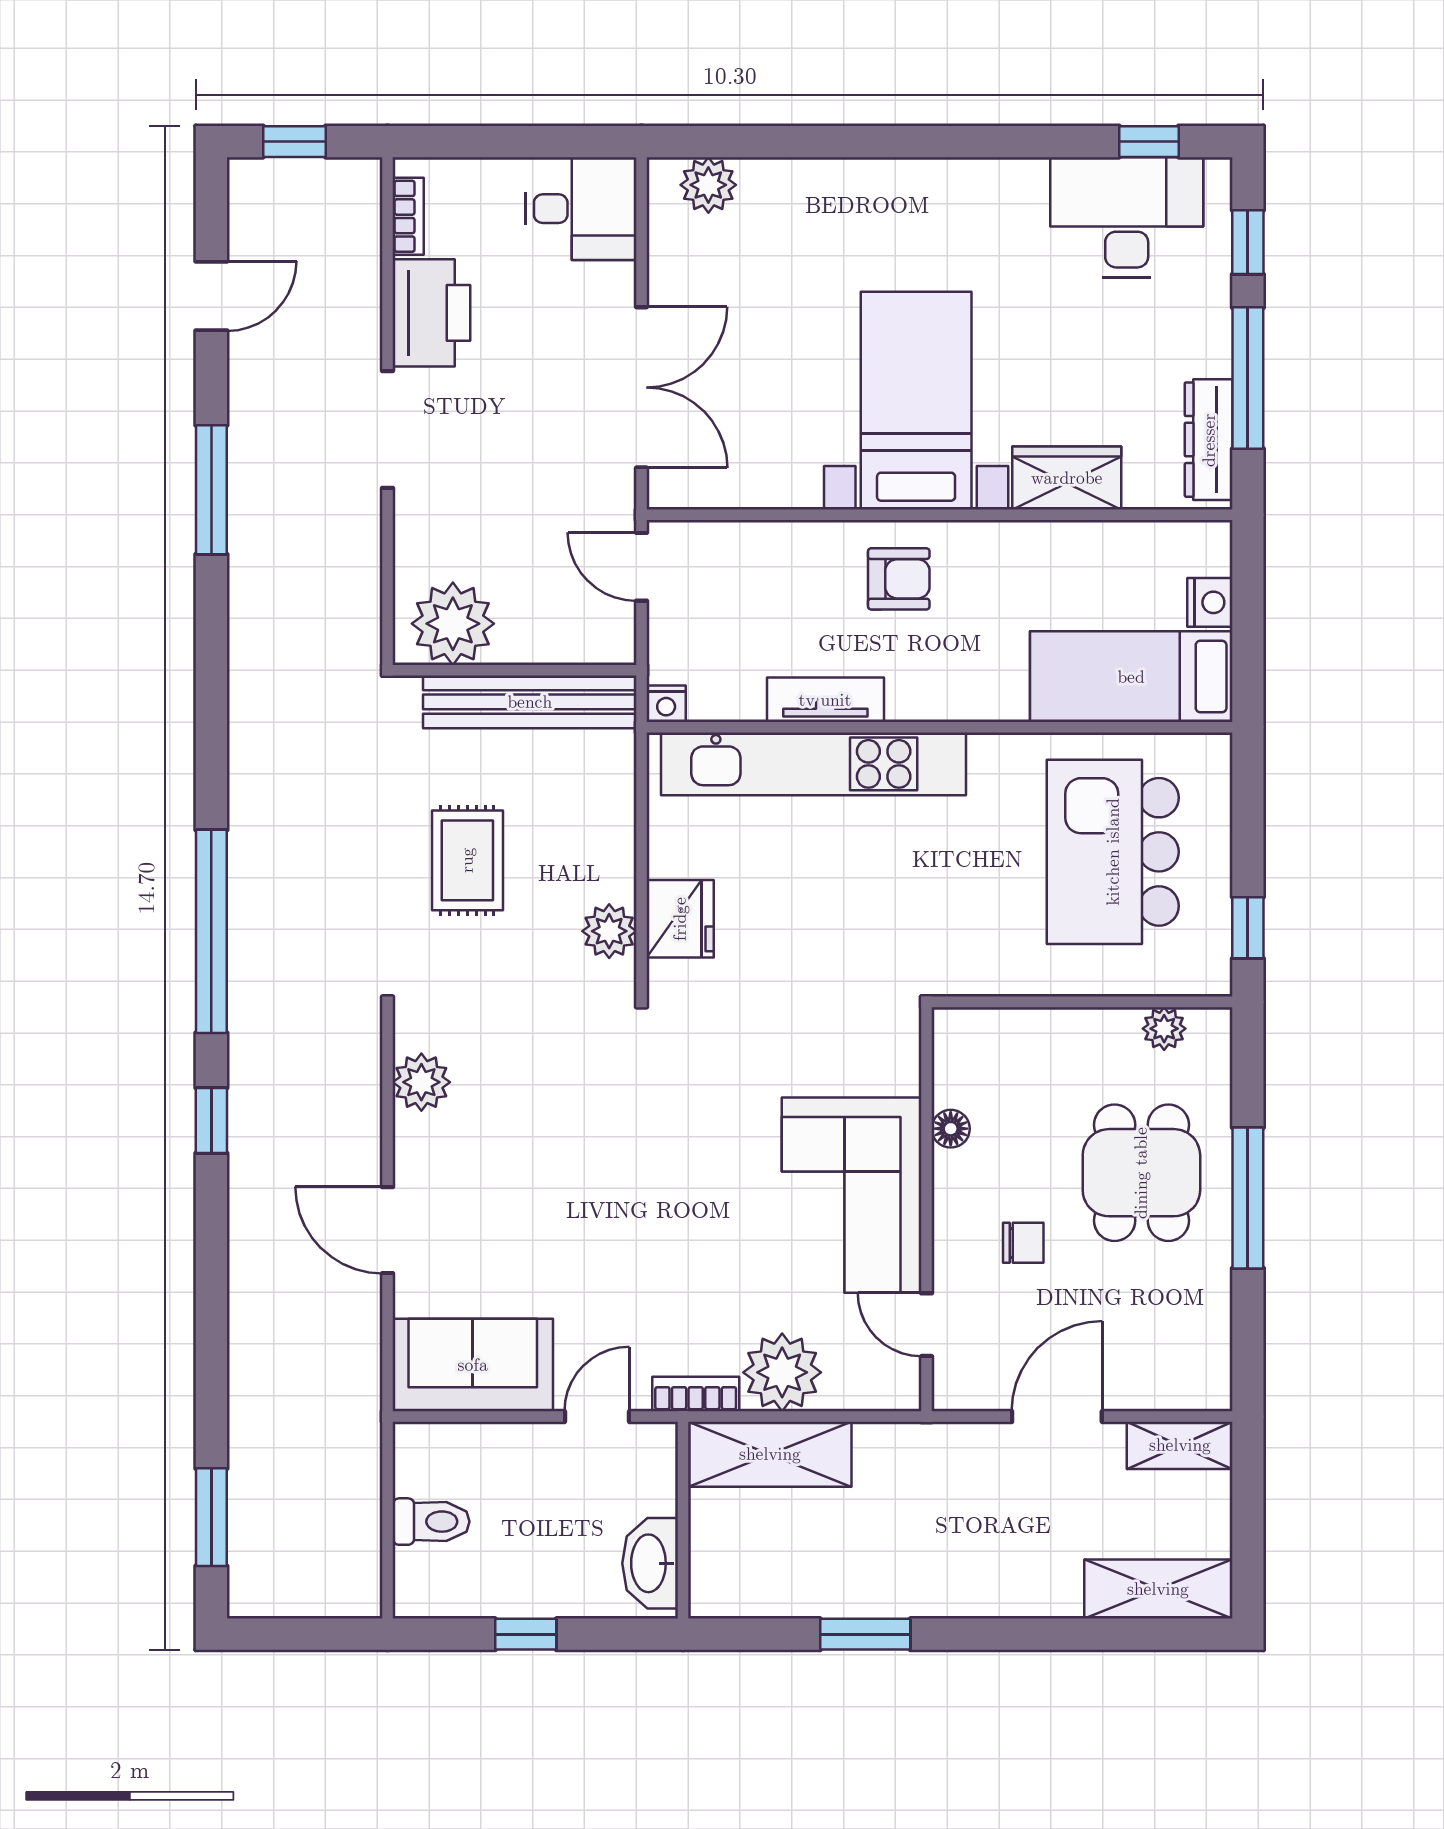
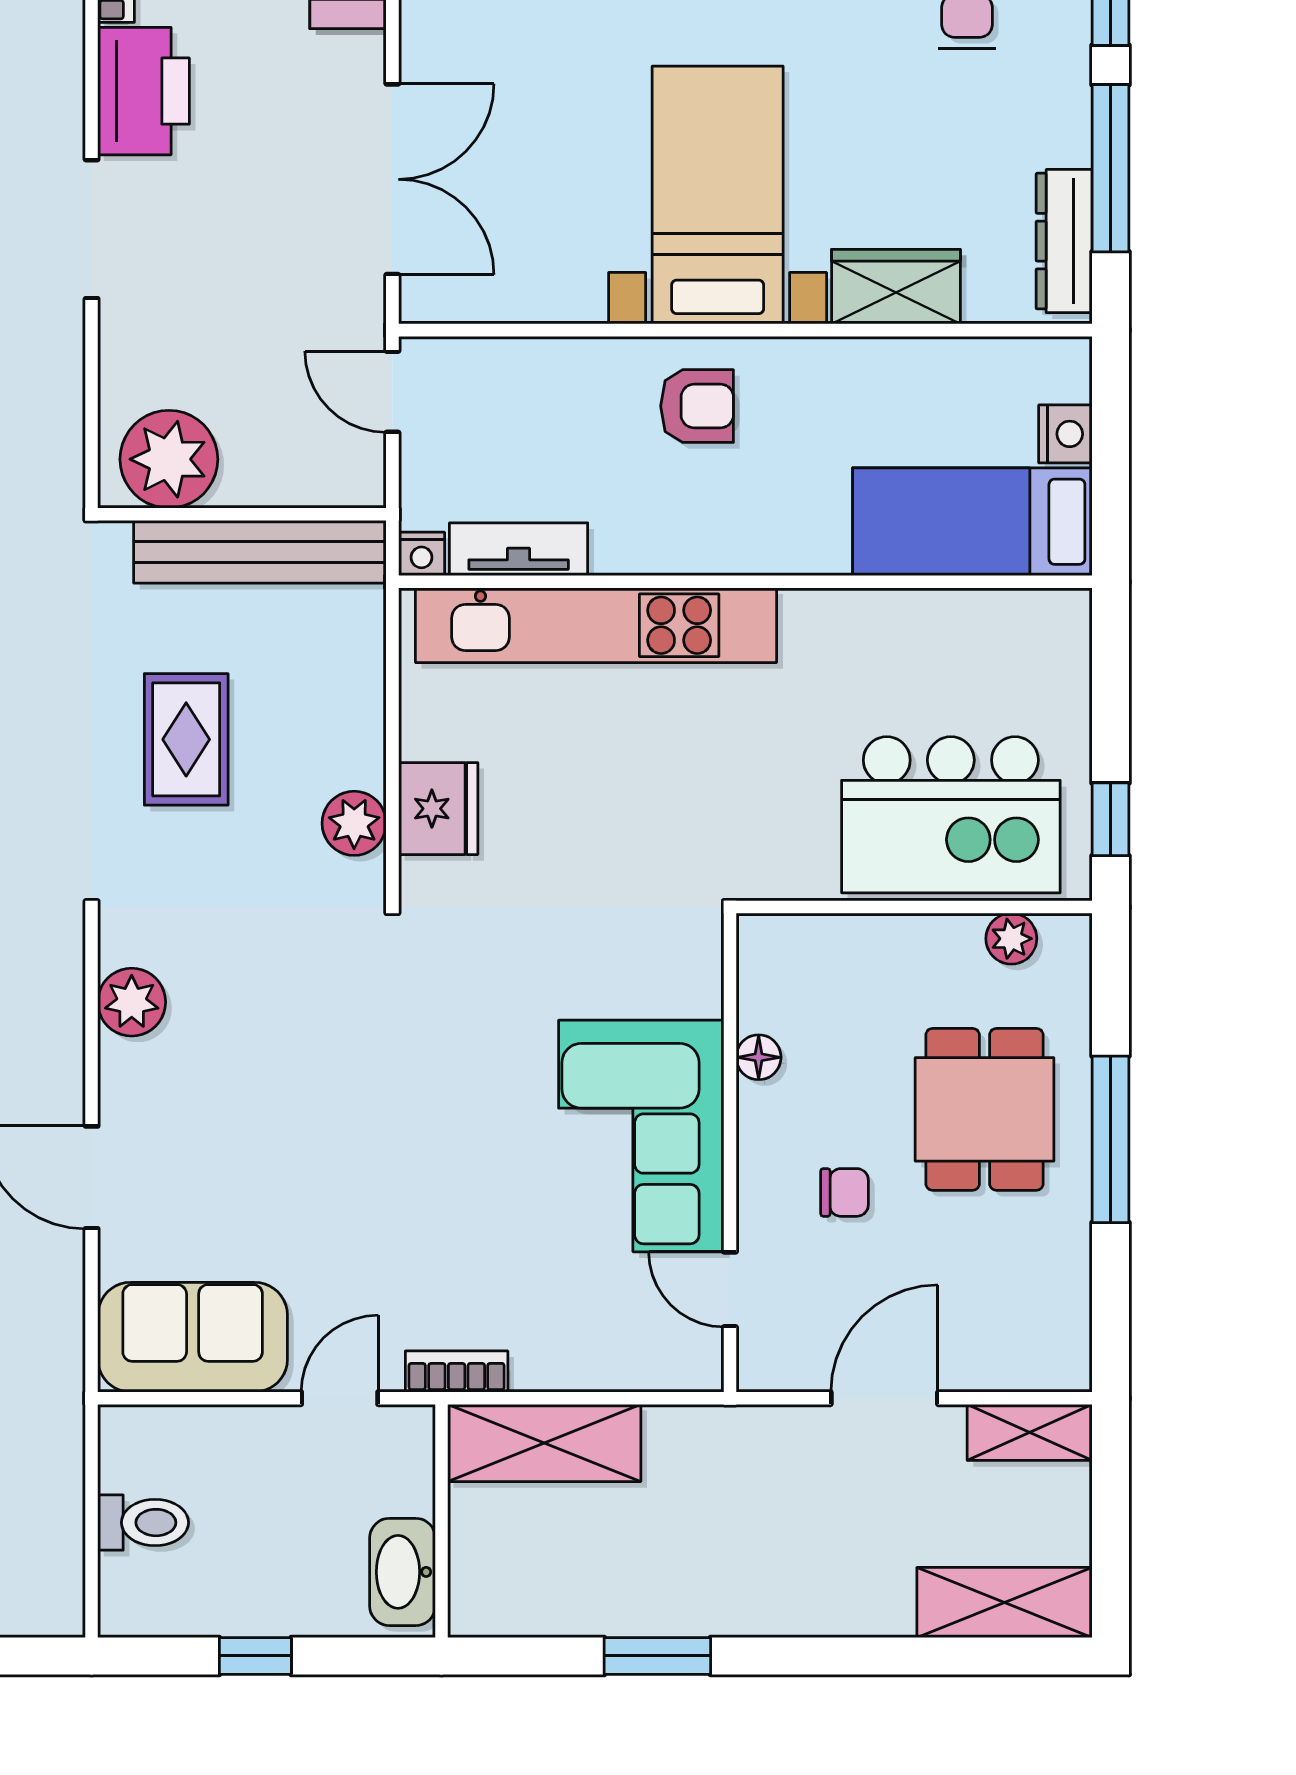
tv unit: (825, 700) -> (519, 549), moved
kitchen island: (1113, 852) -> (951, 815), moved, turned -90
plant: (782, 1372) -> (559, 1346), removed

